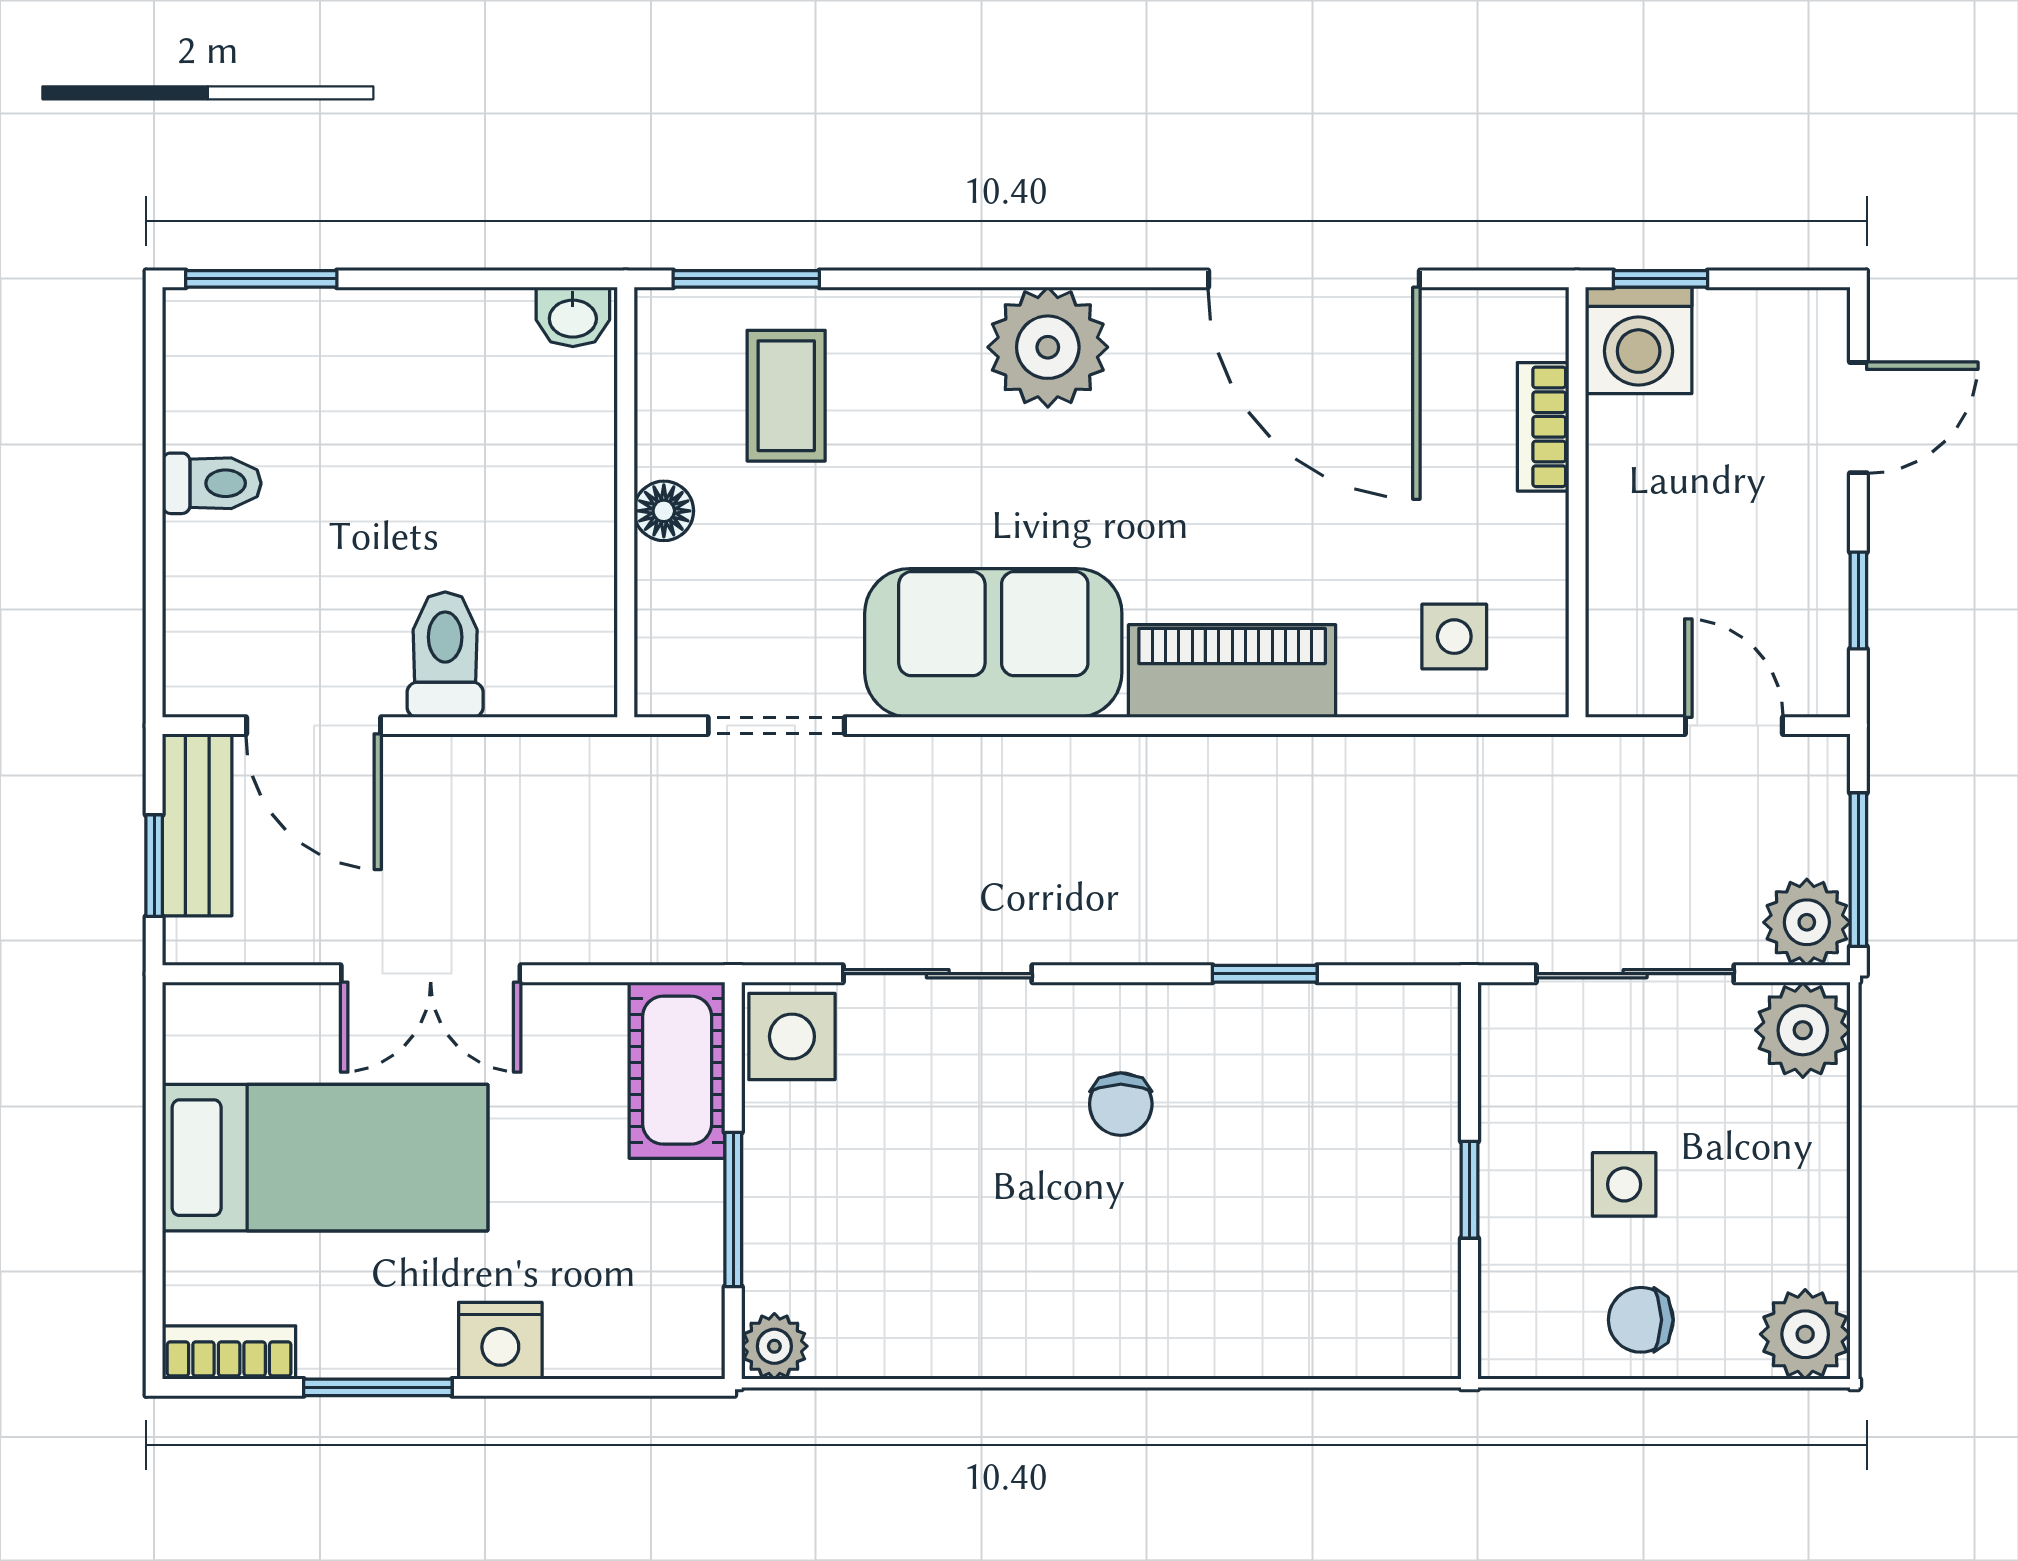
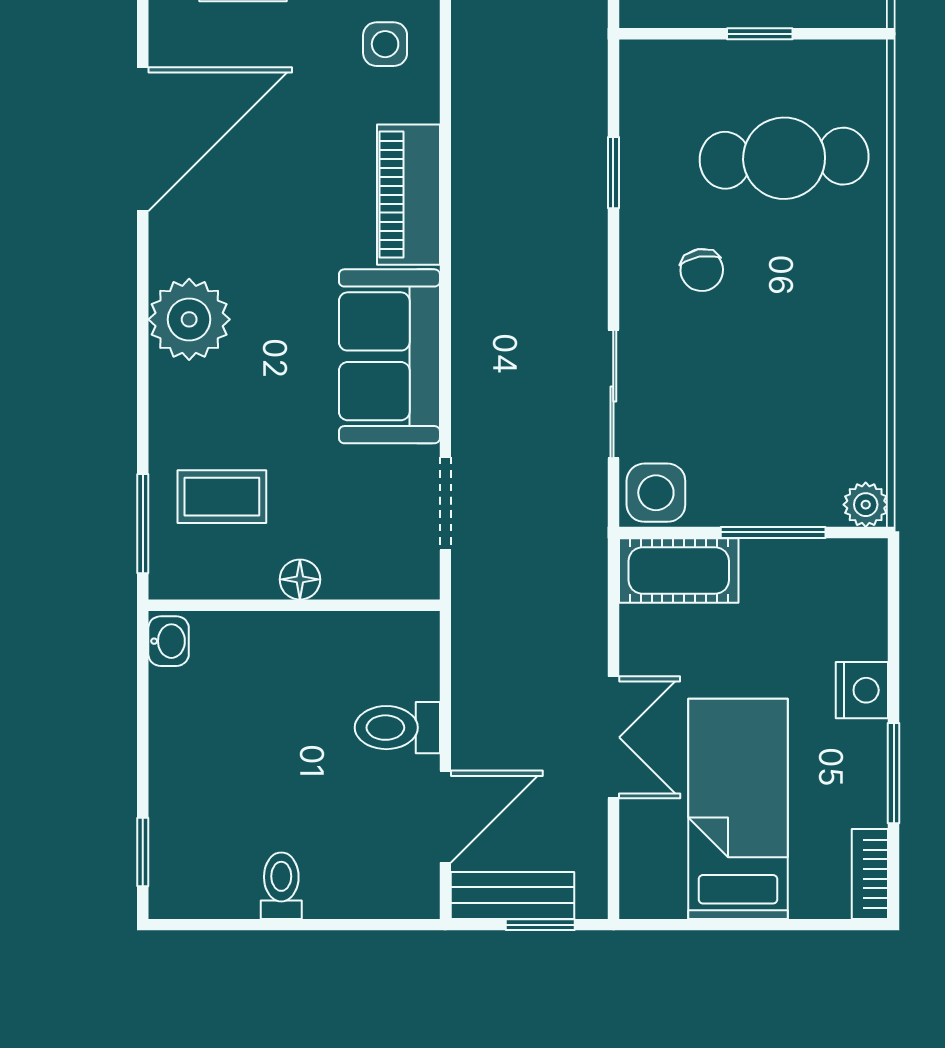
window: (261, 279) -> (143, 852), width x0.67
chair: (1121, 1104) -> (702, 270), turned 80
cafe table: (1286, 1226) -> (784, 158), added

